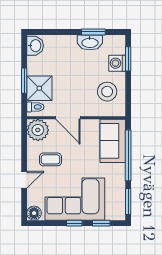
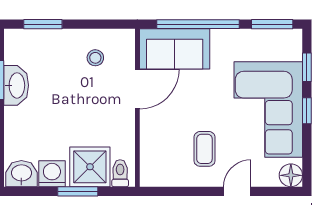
washing machine: (117, 63) -> (52, 174), moved, turned 180
stool: (107, 92) -> (95, 58), width x0.53, depth x0.53
door: (68, 118) -> (137, 89), moved
plant: (38, 130) -> (157, 169), removed
door: (24, 180) -> (237, 191), hinge flipped

